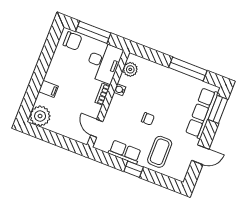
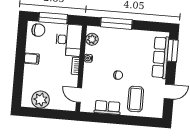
window: (188, 69) -> (116, 23), moved
filing cabinet: (48, 89) -> (32, 59), moved
plant: (40, 116) -> (41, 100), moved
window: (134, 169) -> (119, 119), removed

